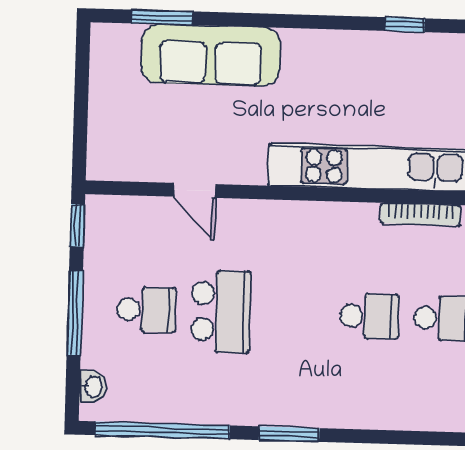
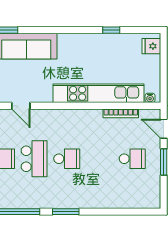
school desk: (369, 316) -> (67, 159), moved

